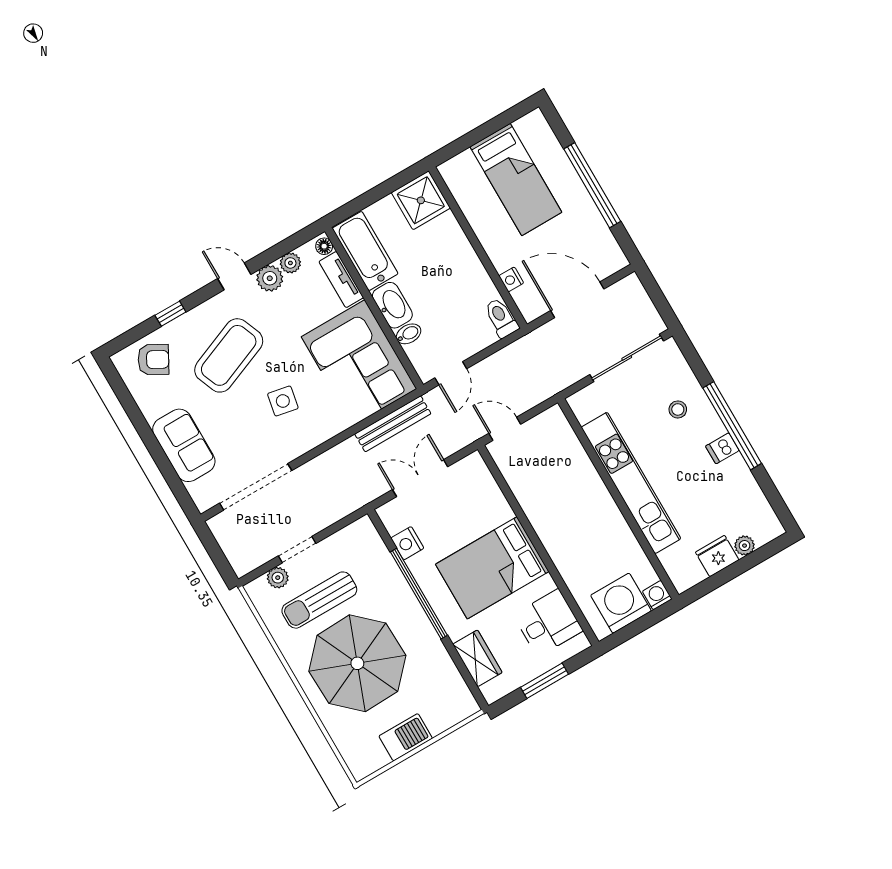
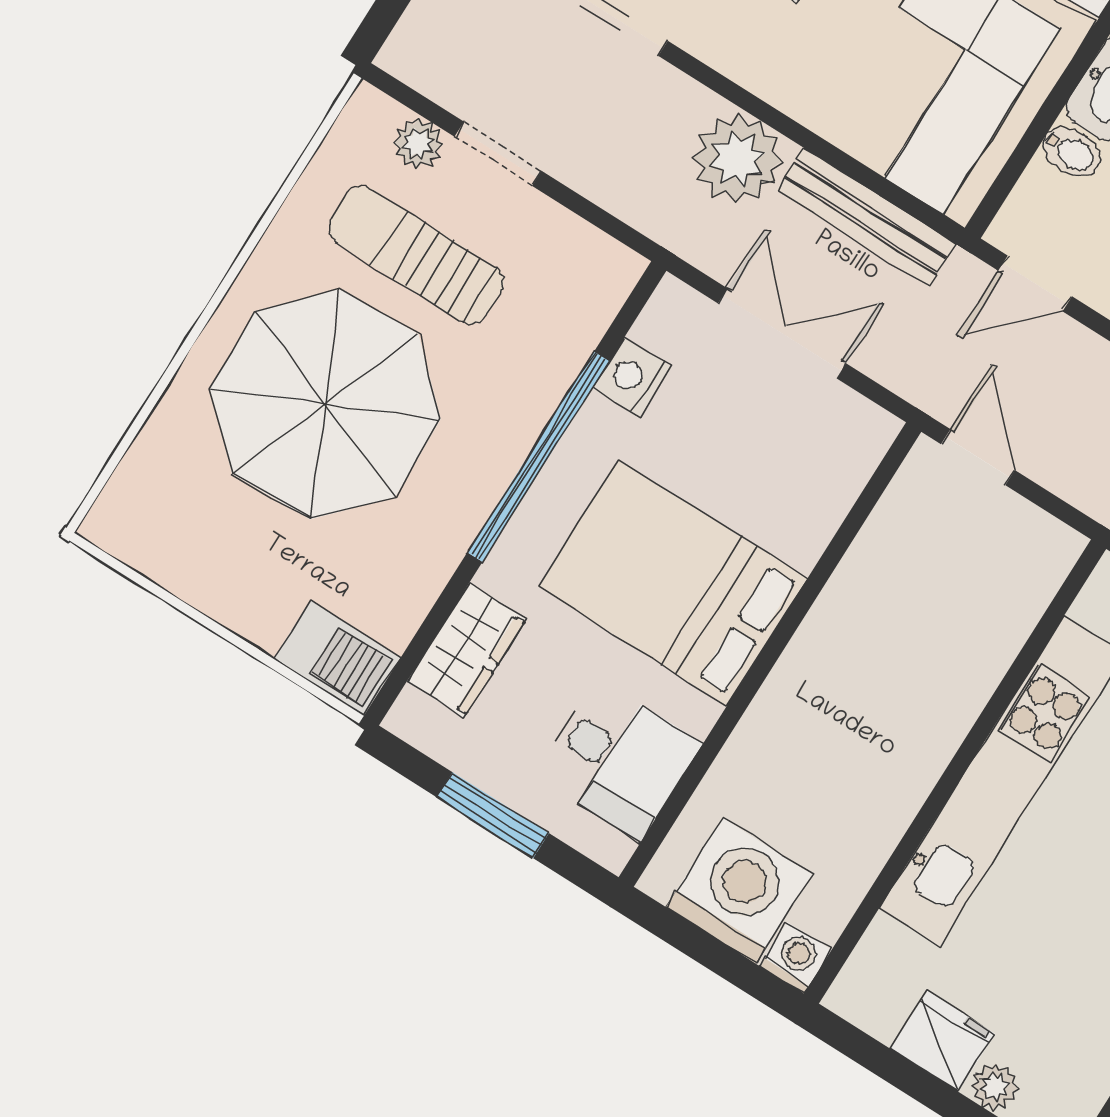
plant: (346, 461) -> (737, 159), added
barbecue: (406, 737) -> (337, 658), moved

